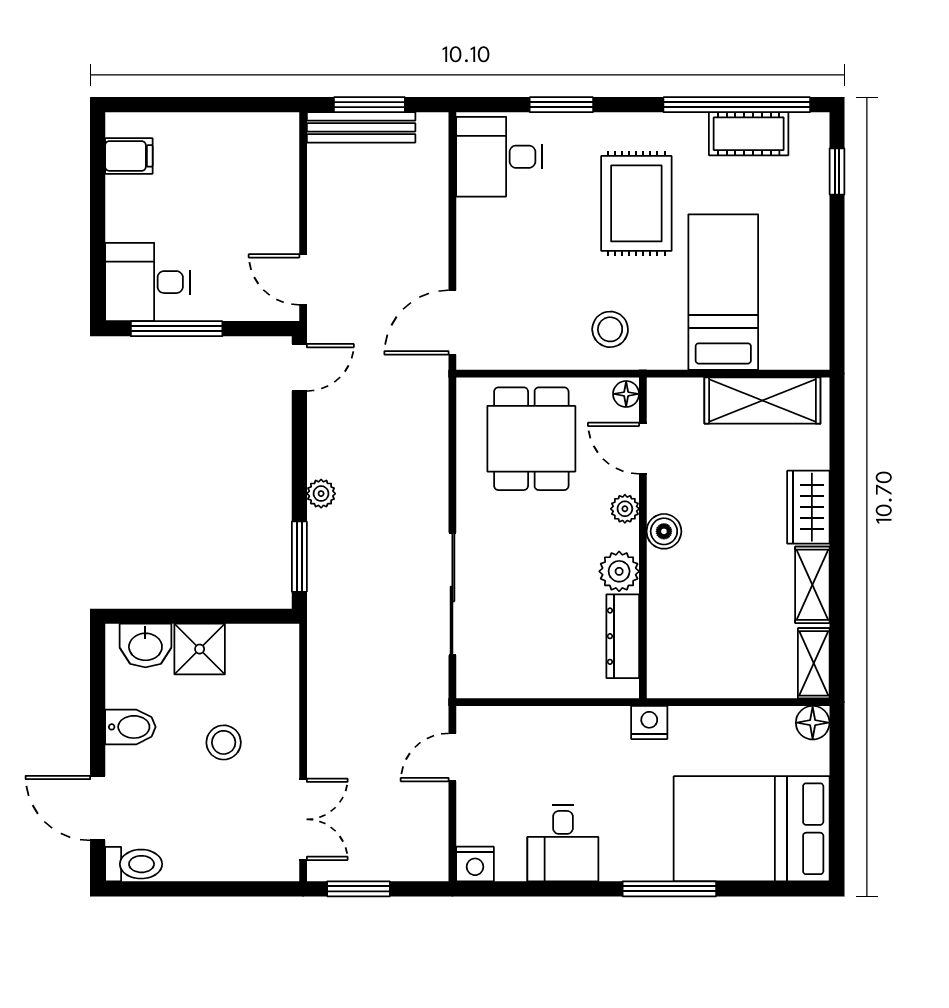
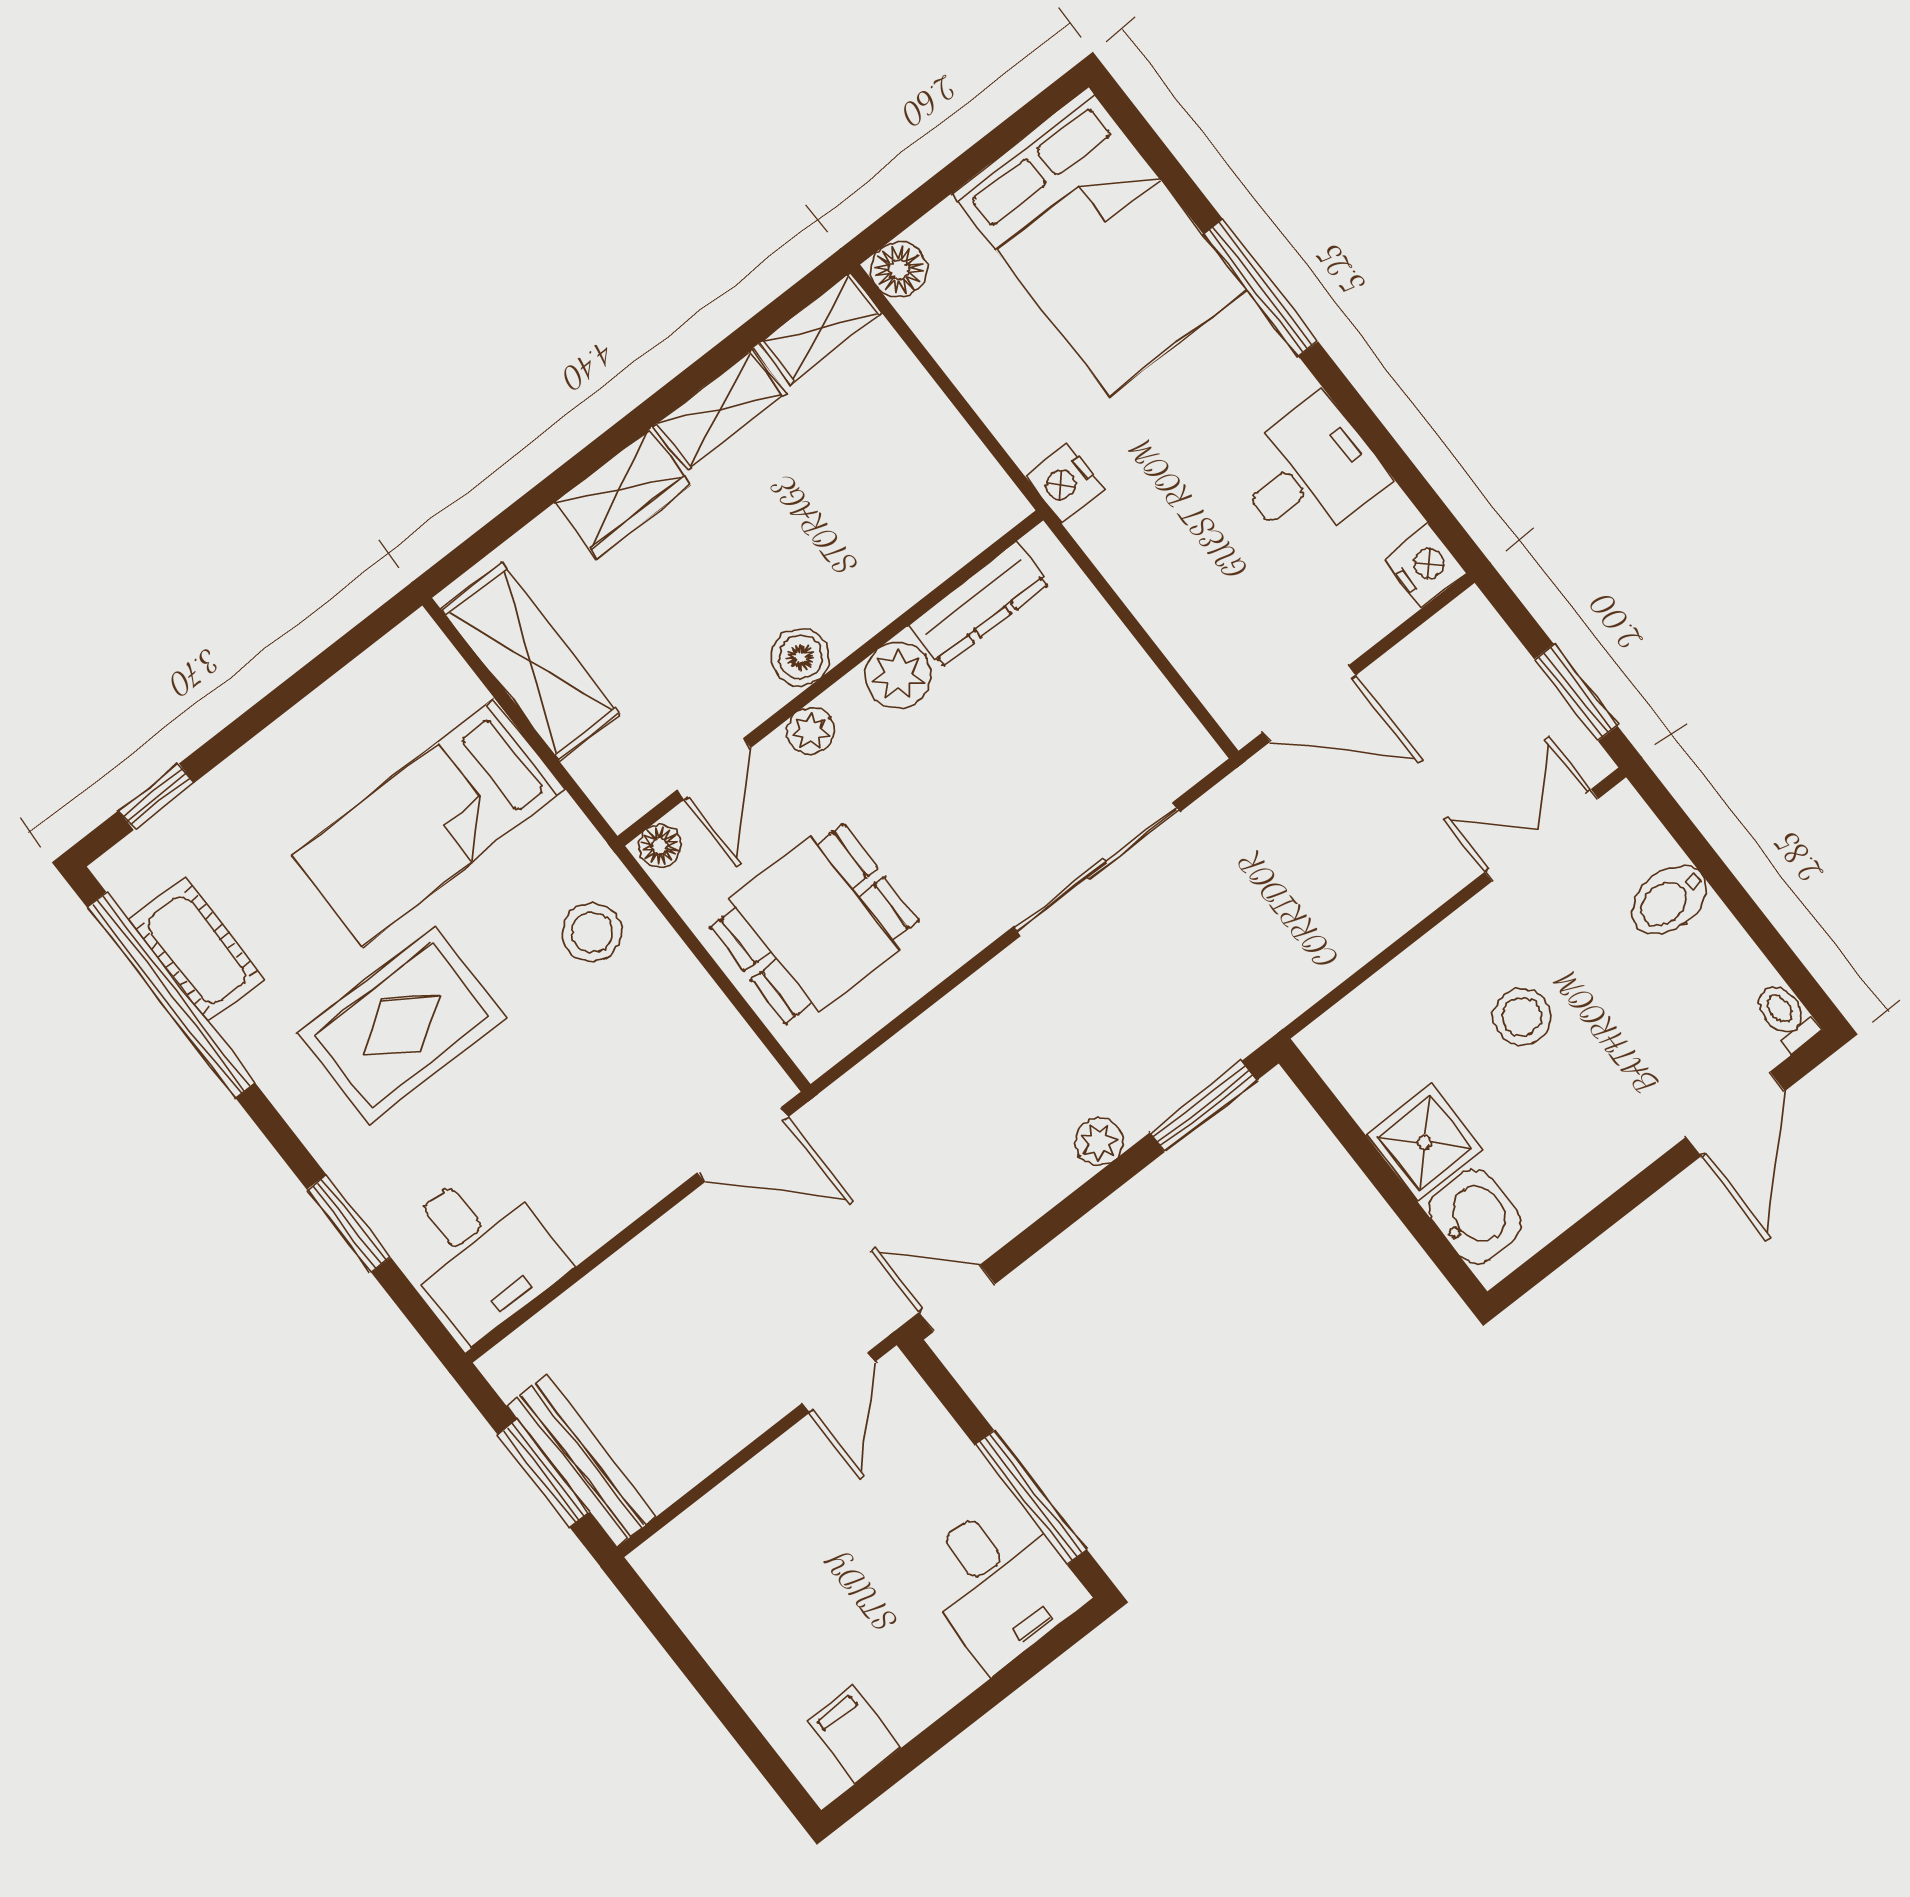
bidet: (130, 727) -> (1669, 900), moved, turned -90
door: (452, 757) -> (1309, 704), width x1.38
toilet: (134, 864) -> (1786, 1016), width x0.73, depth x0.72

